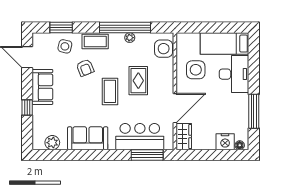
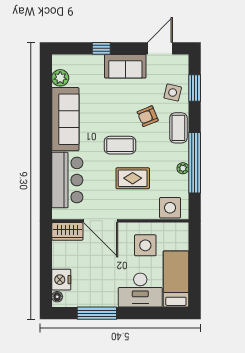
sofa: (88, 138) -> (65, 119), width x1.36
window: (147, 155) -> (46, 189), removed

